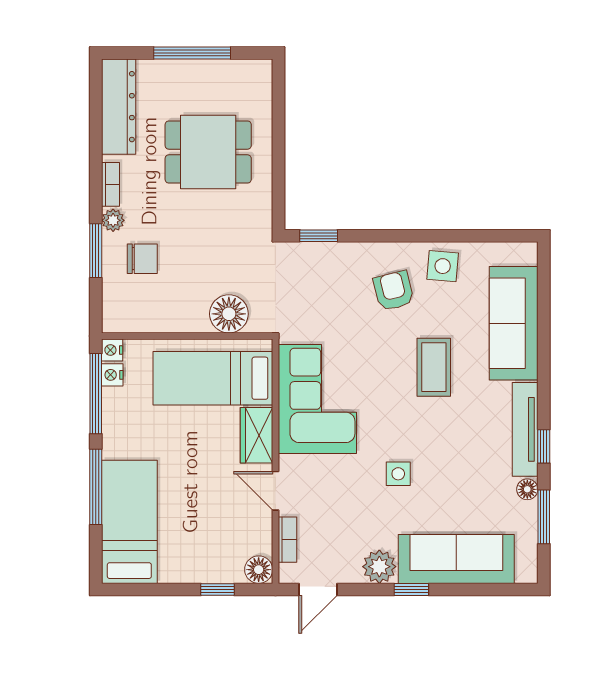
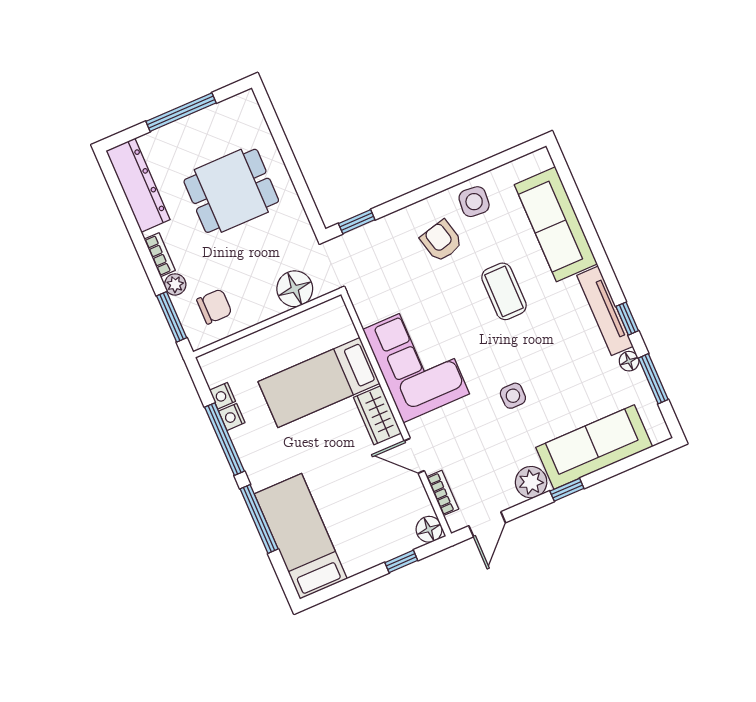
floor lamp: (229, 314) -> (295, 289), moved
wall: (187, 336) -> (267, 323), moved

